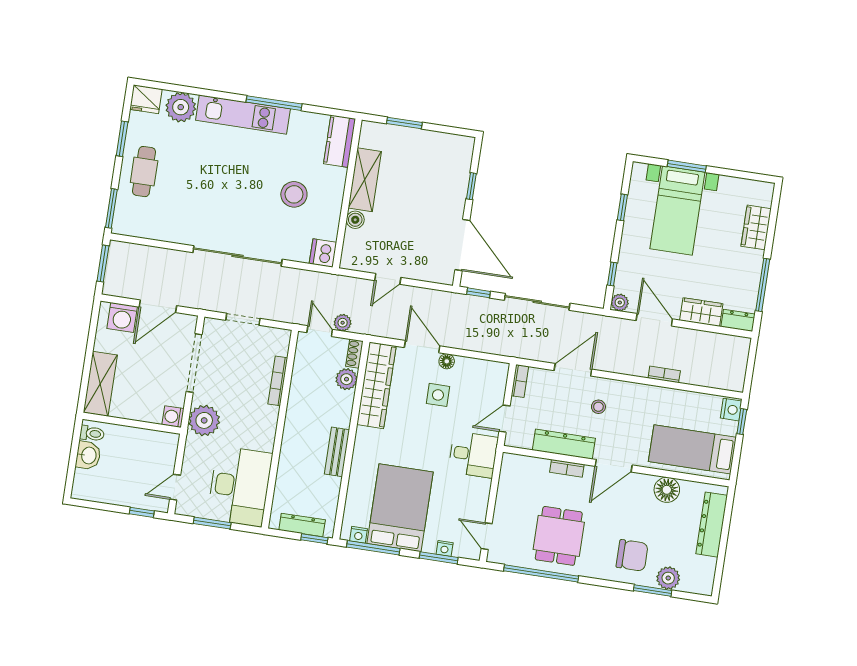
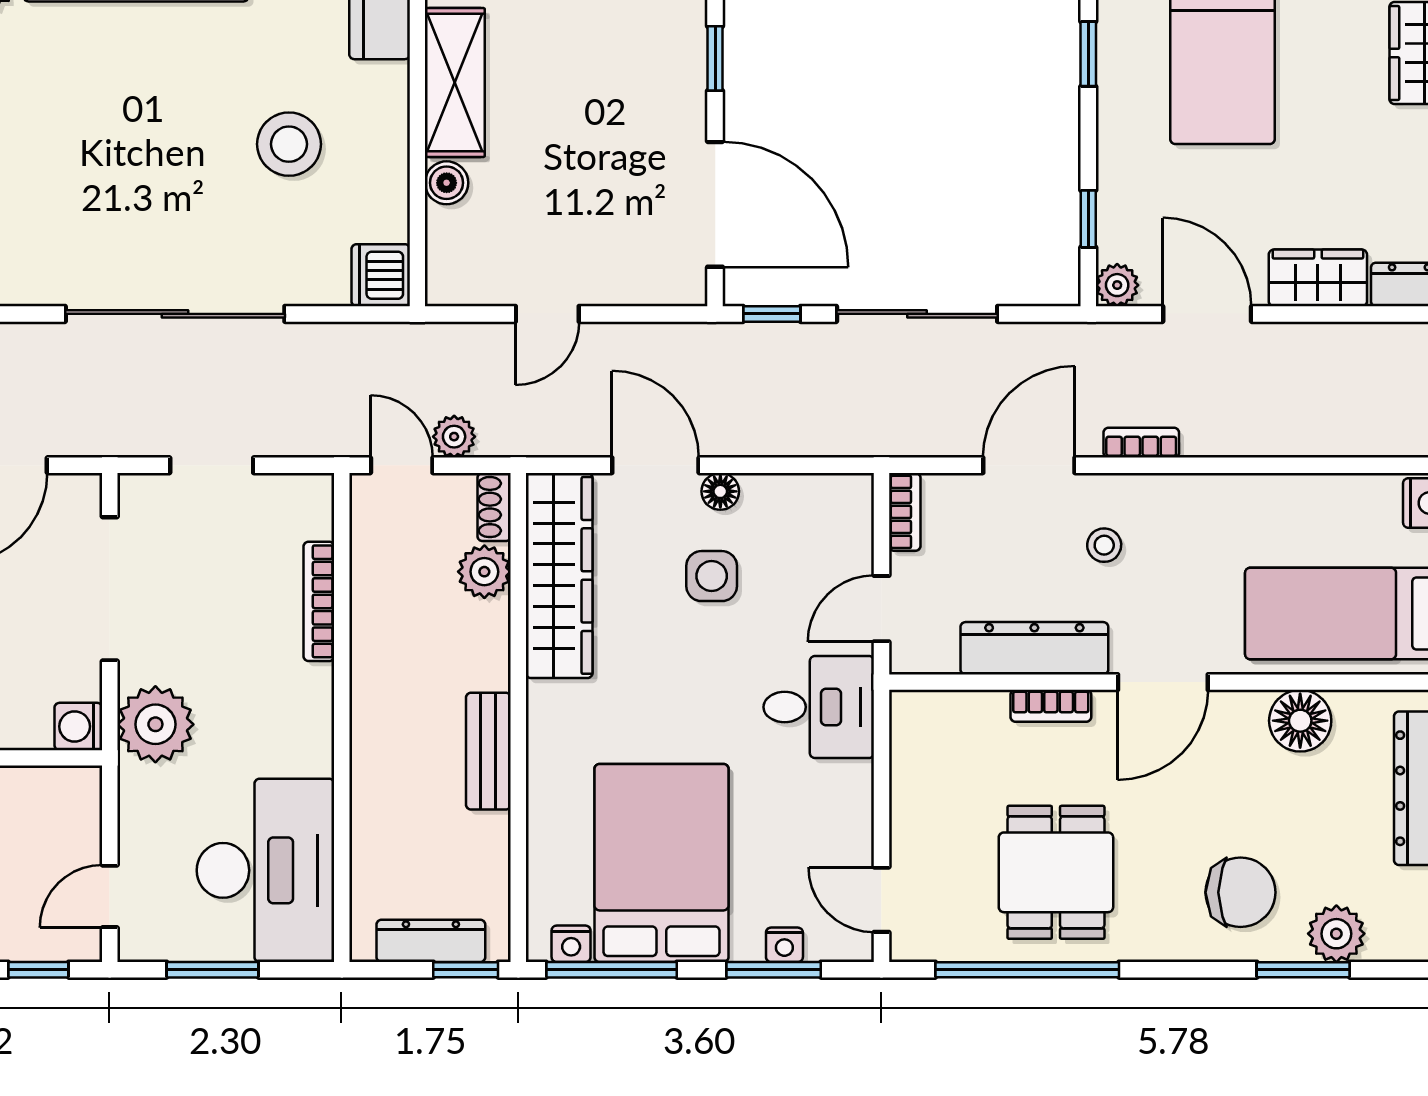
bookcase: (664, 374) -> (1141, 443), moved

